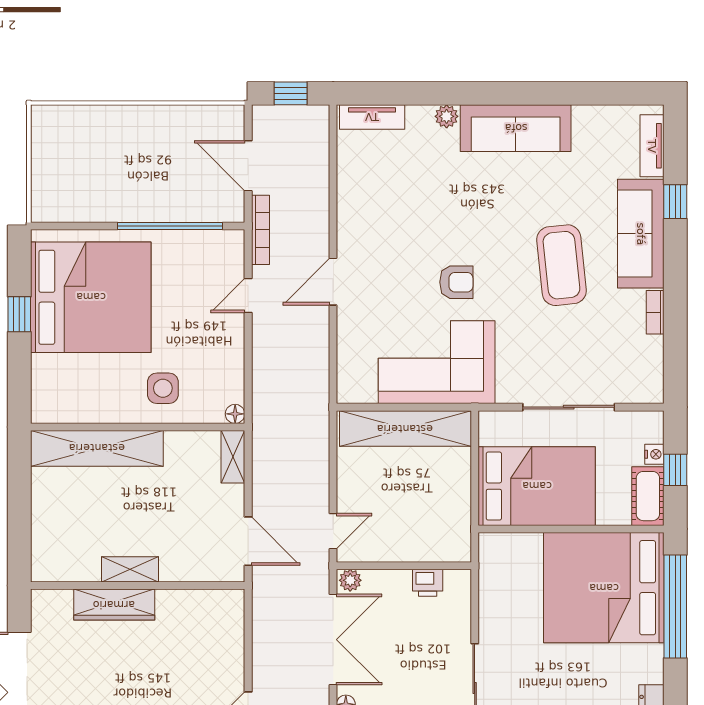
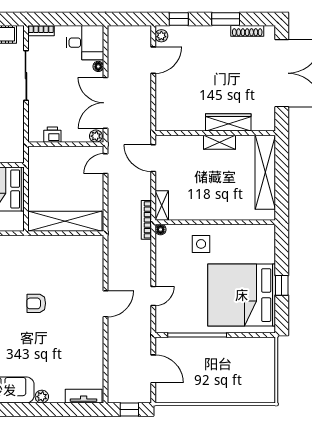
bookcase: (260, 230) -> (146, 220), moved
corner sofa: (437, 362) -> (47, 259), removed
shelving: (97, 448) -> (265, 172), moved, turned 90

